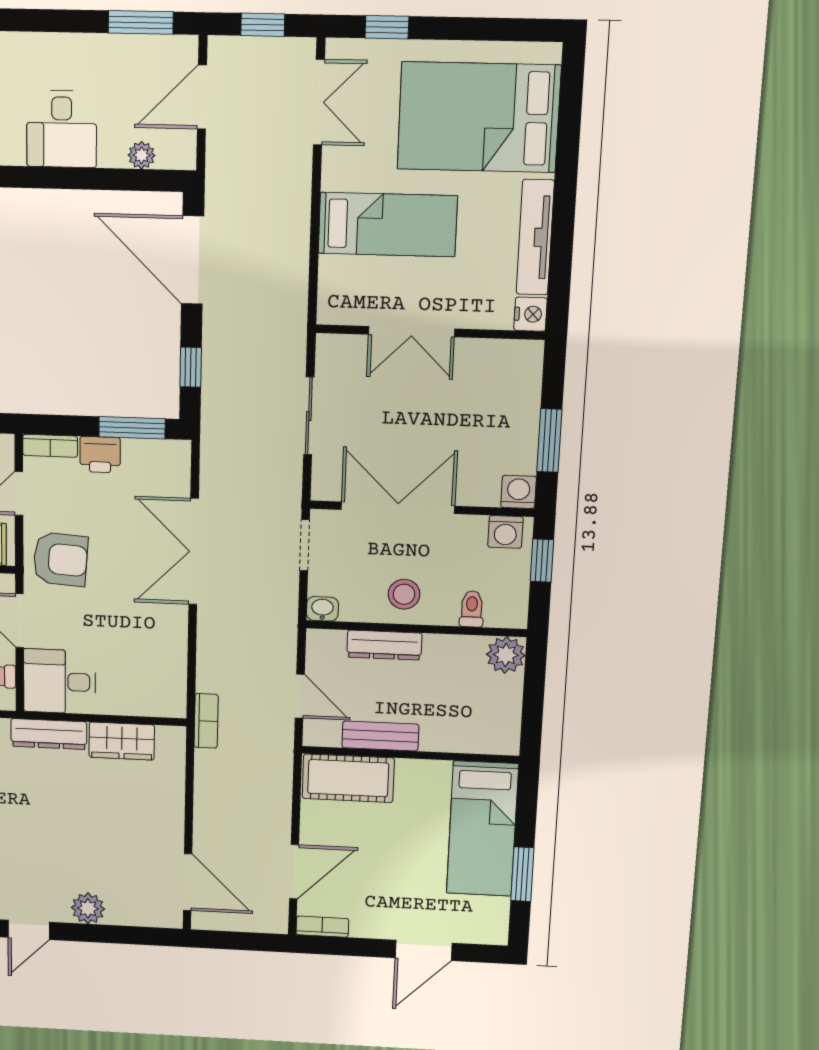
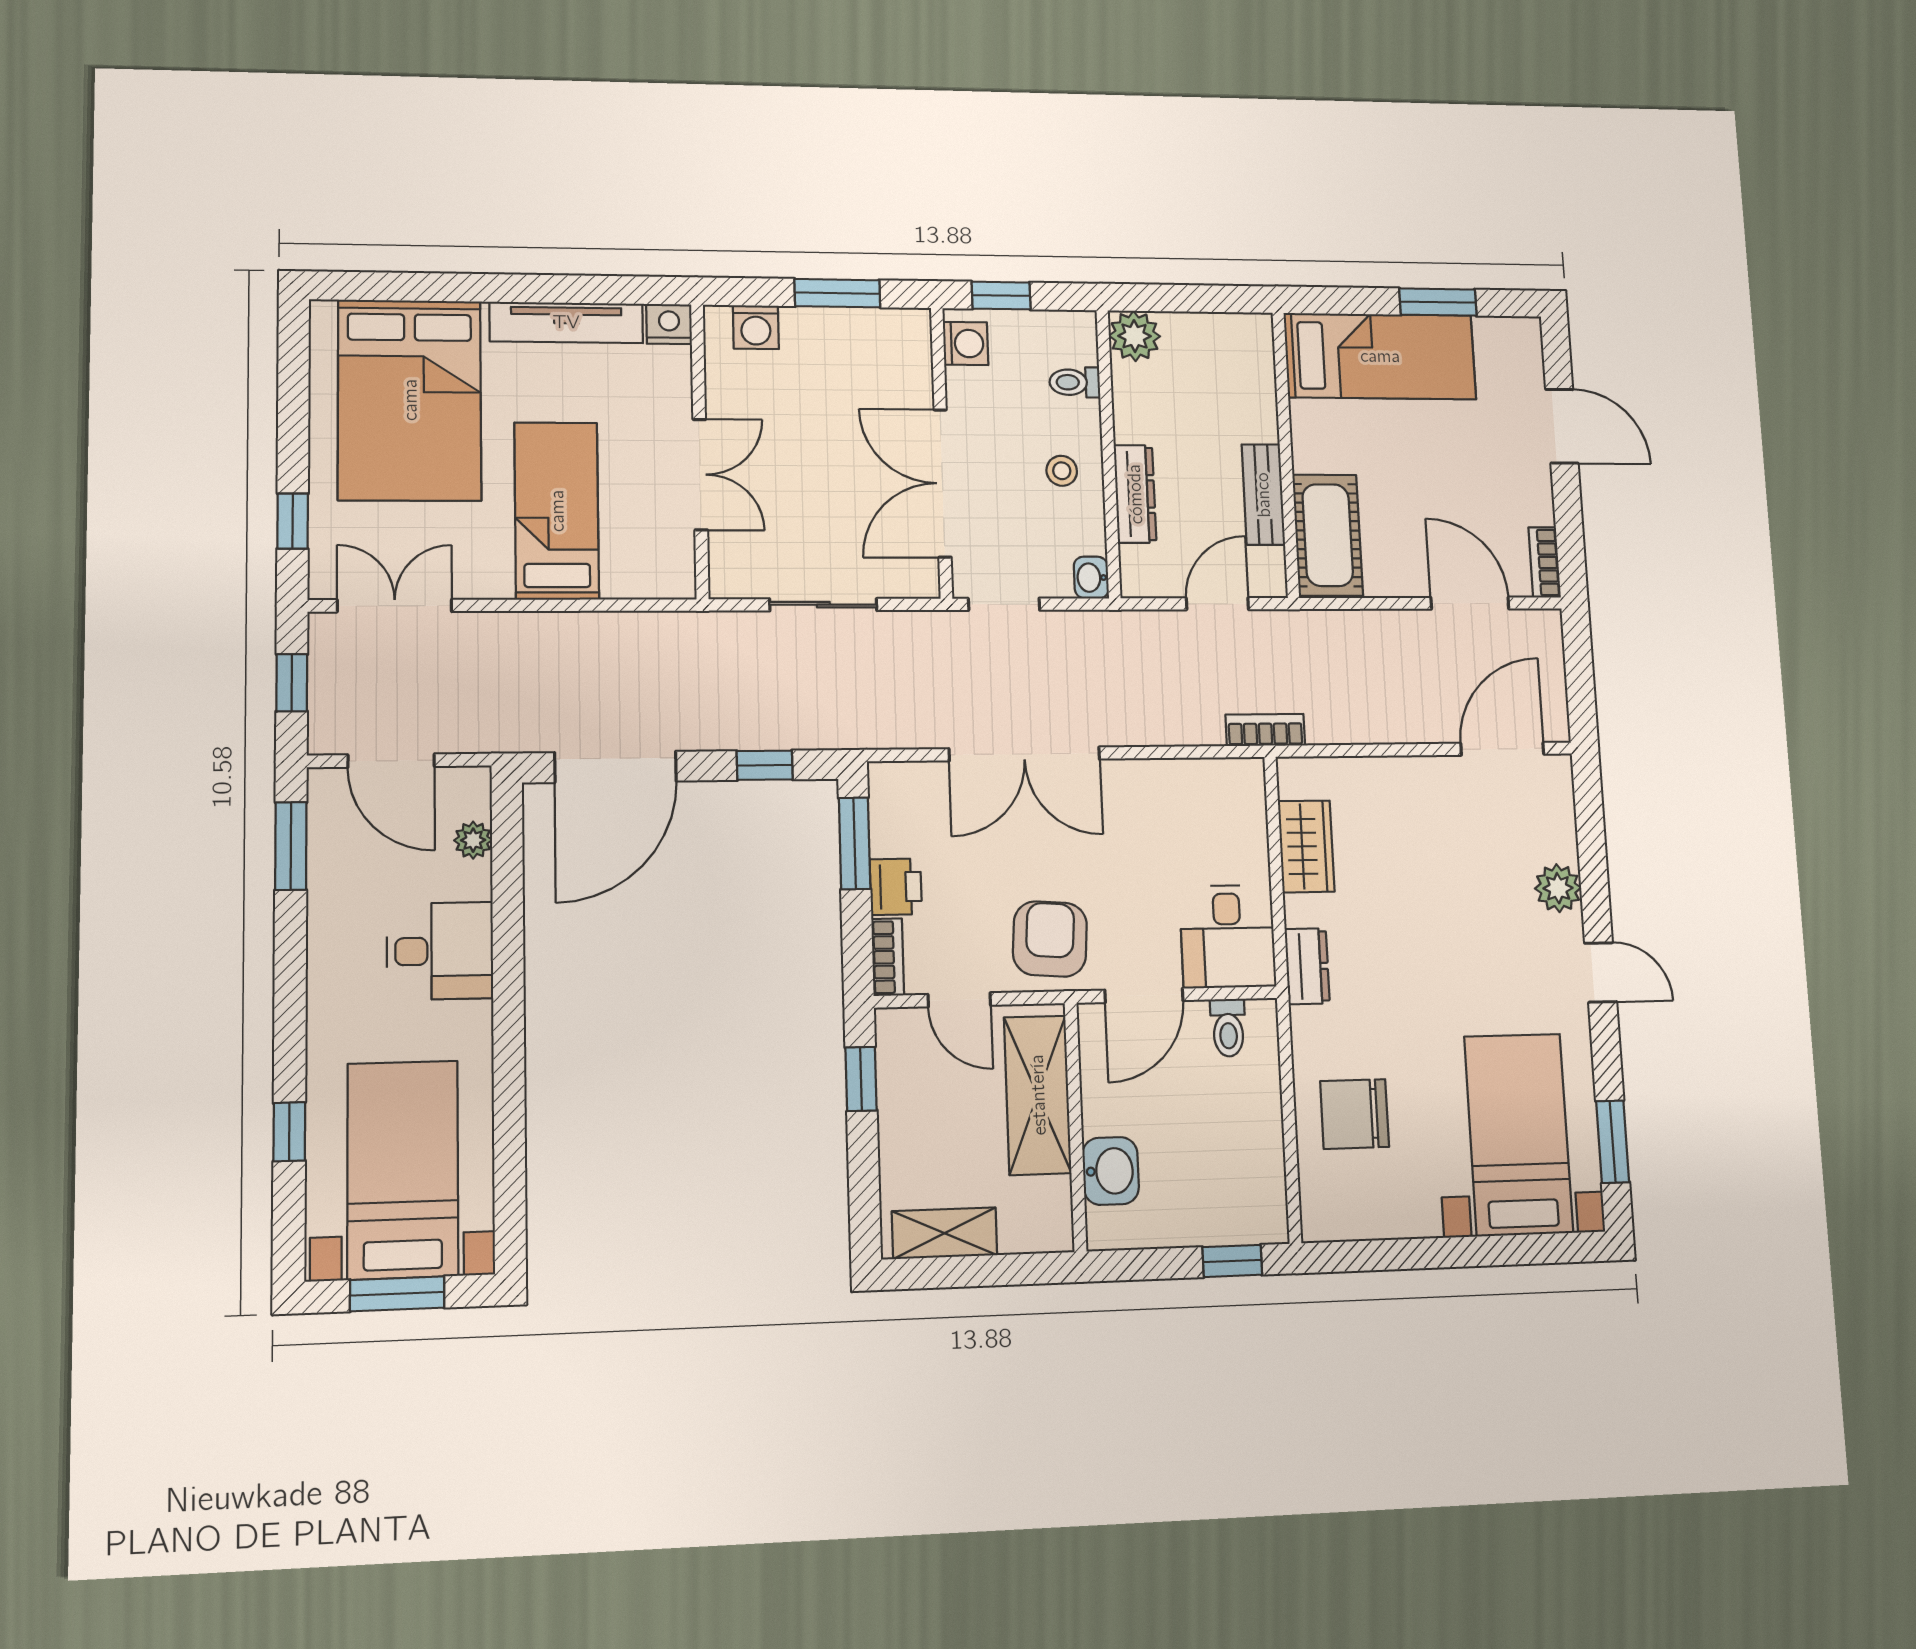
washing machine: (518, 492) -> (756, 327), moved, turned -90
stool: (404, 594) -> (1062, 471), width x0.73, depth x0.73
dresser: (49, 734) -> (1307, 966), width x0.70

